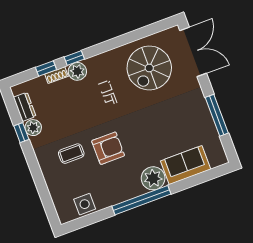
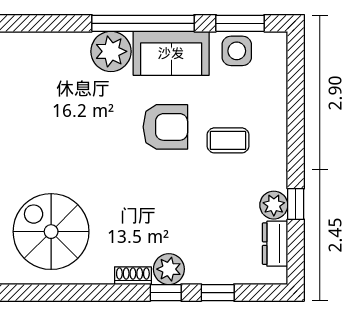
spiral stairs: (149, 68) -> (51, 232), turned -90
shoe rack: (56, 75) -> (133, 276), moved
armchair: (108, 148) -> (165, 127), turned 180
sofa: (186, 165) -> (171, 53), moved
window: (88, 220) -> (240, 23), added

